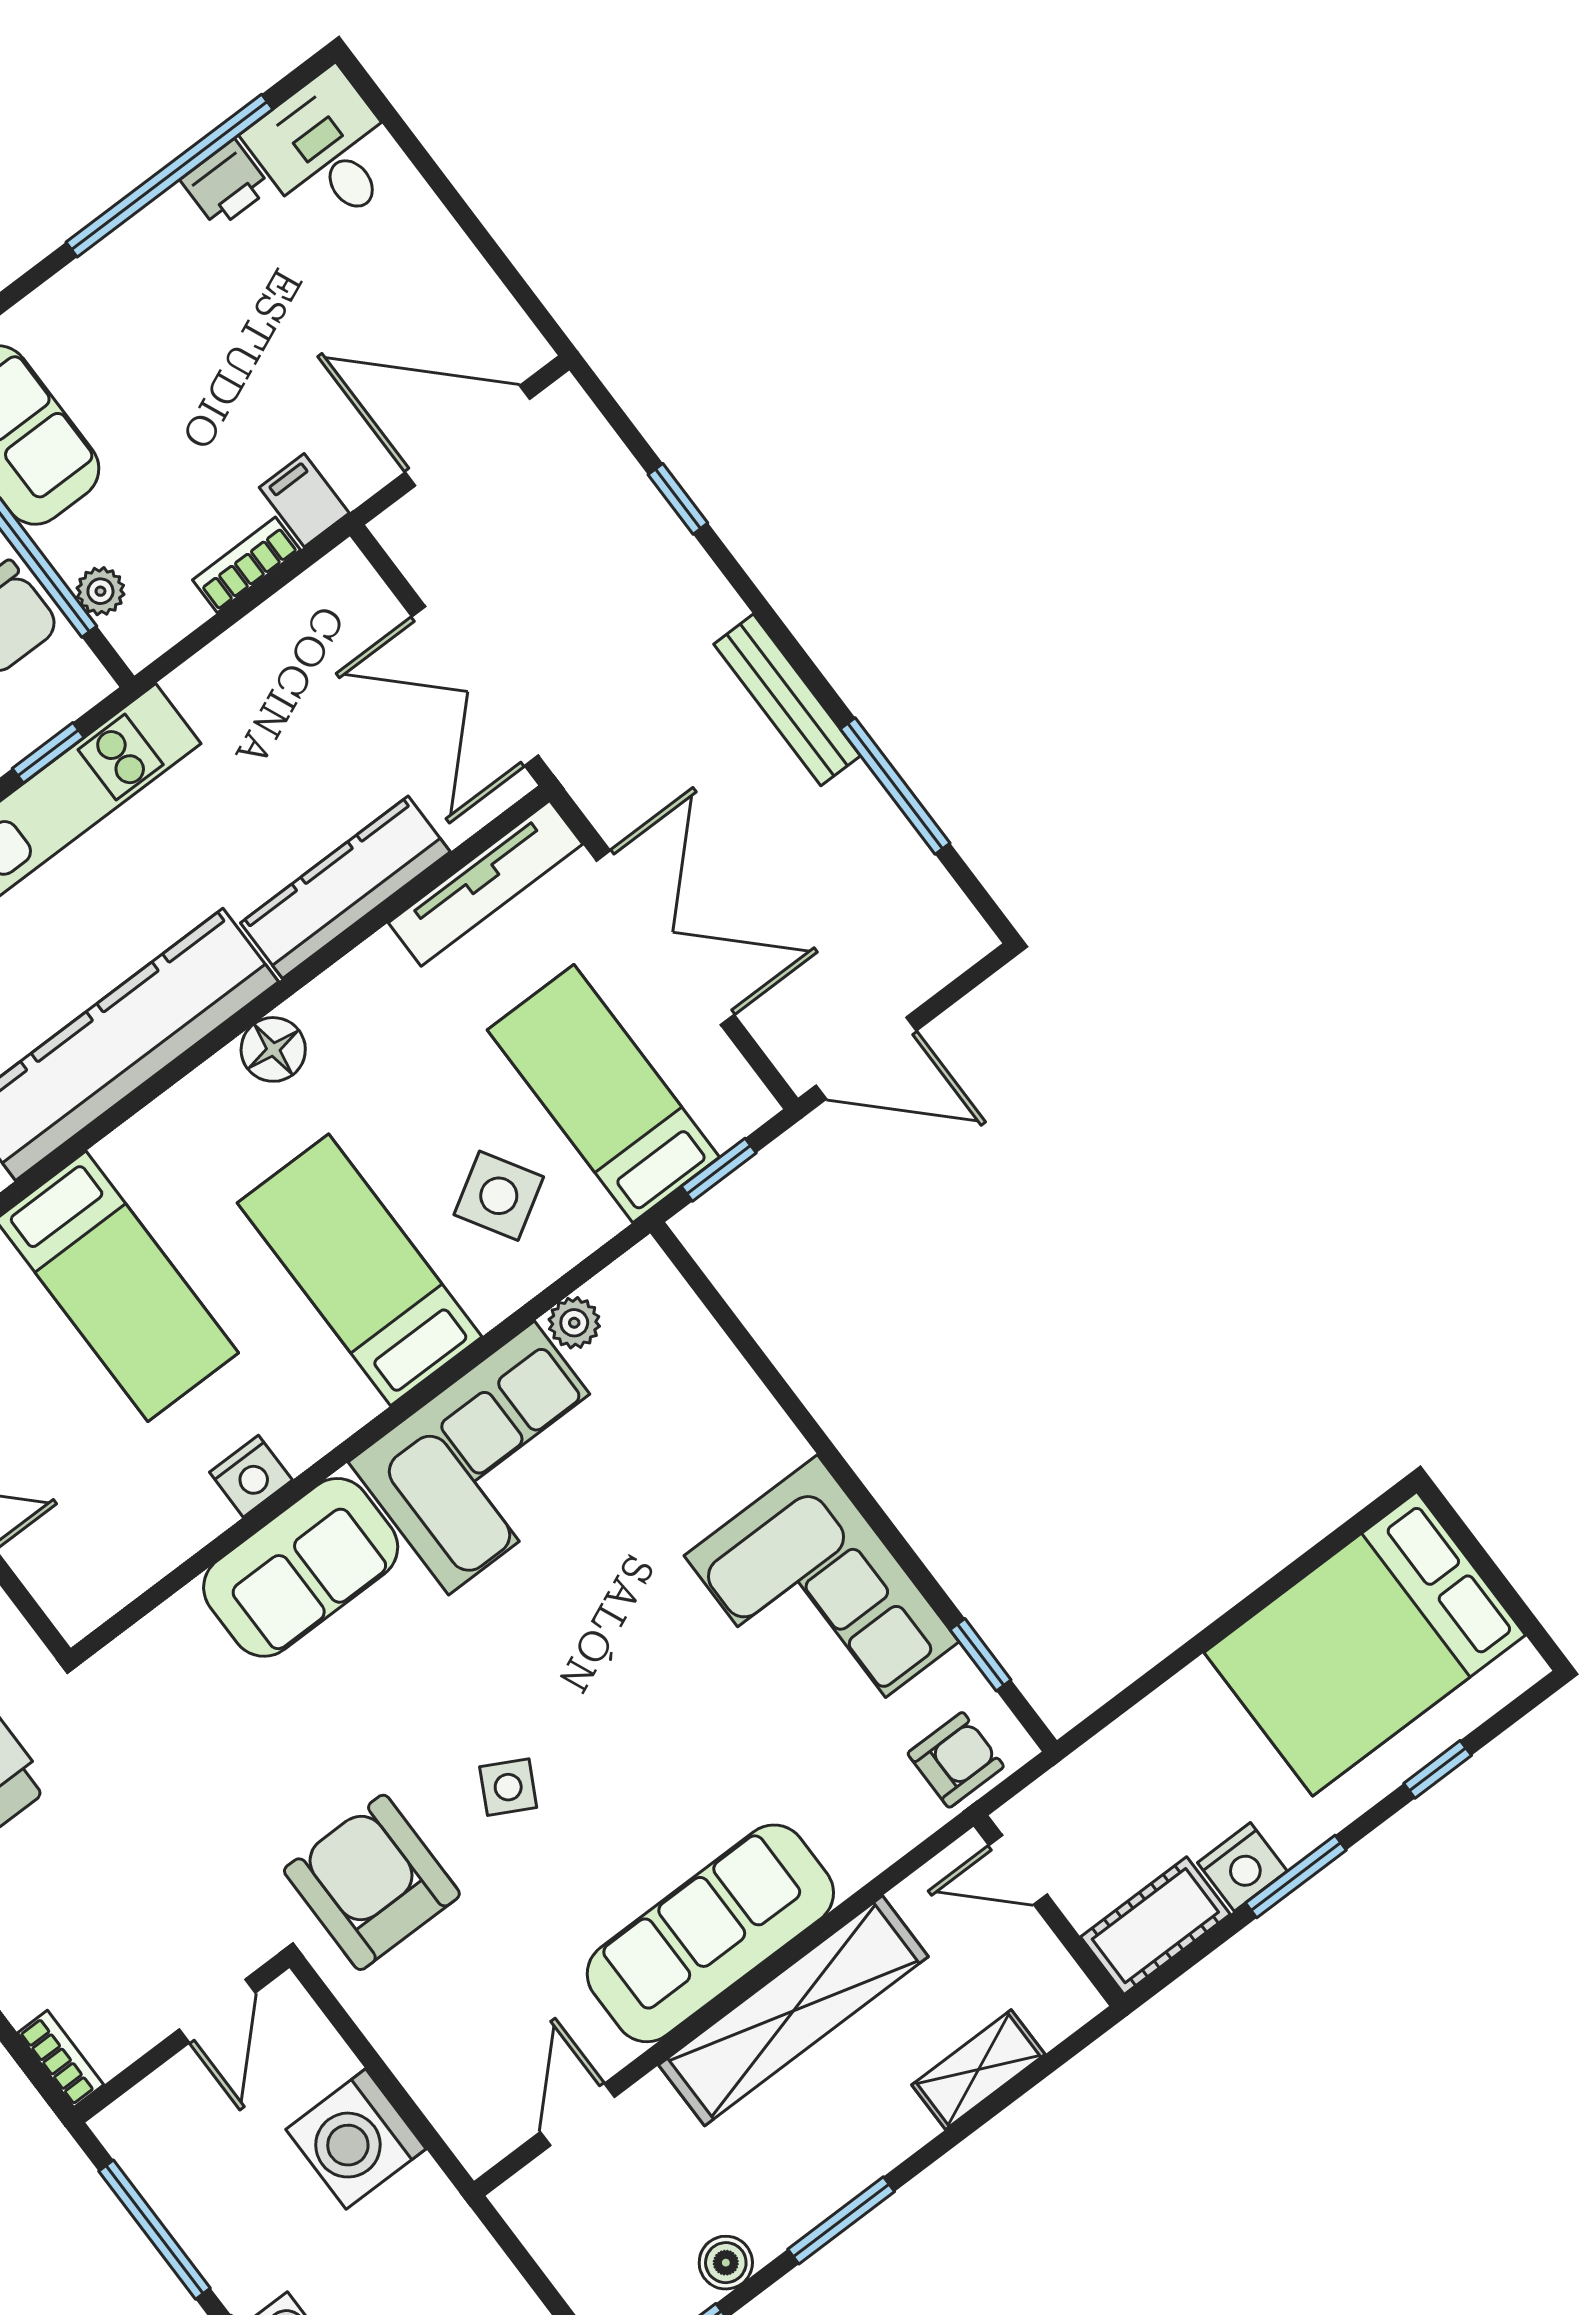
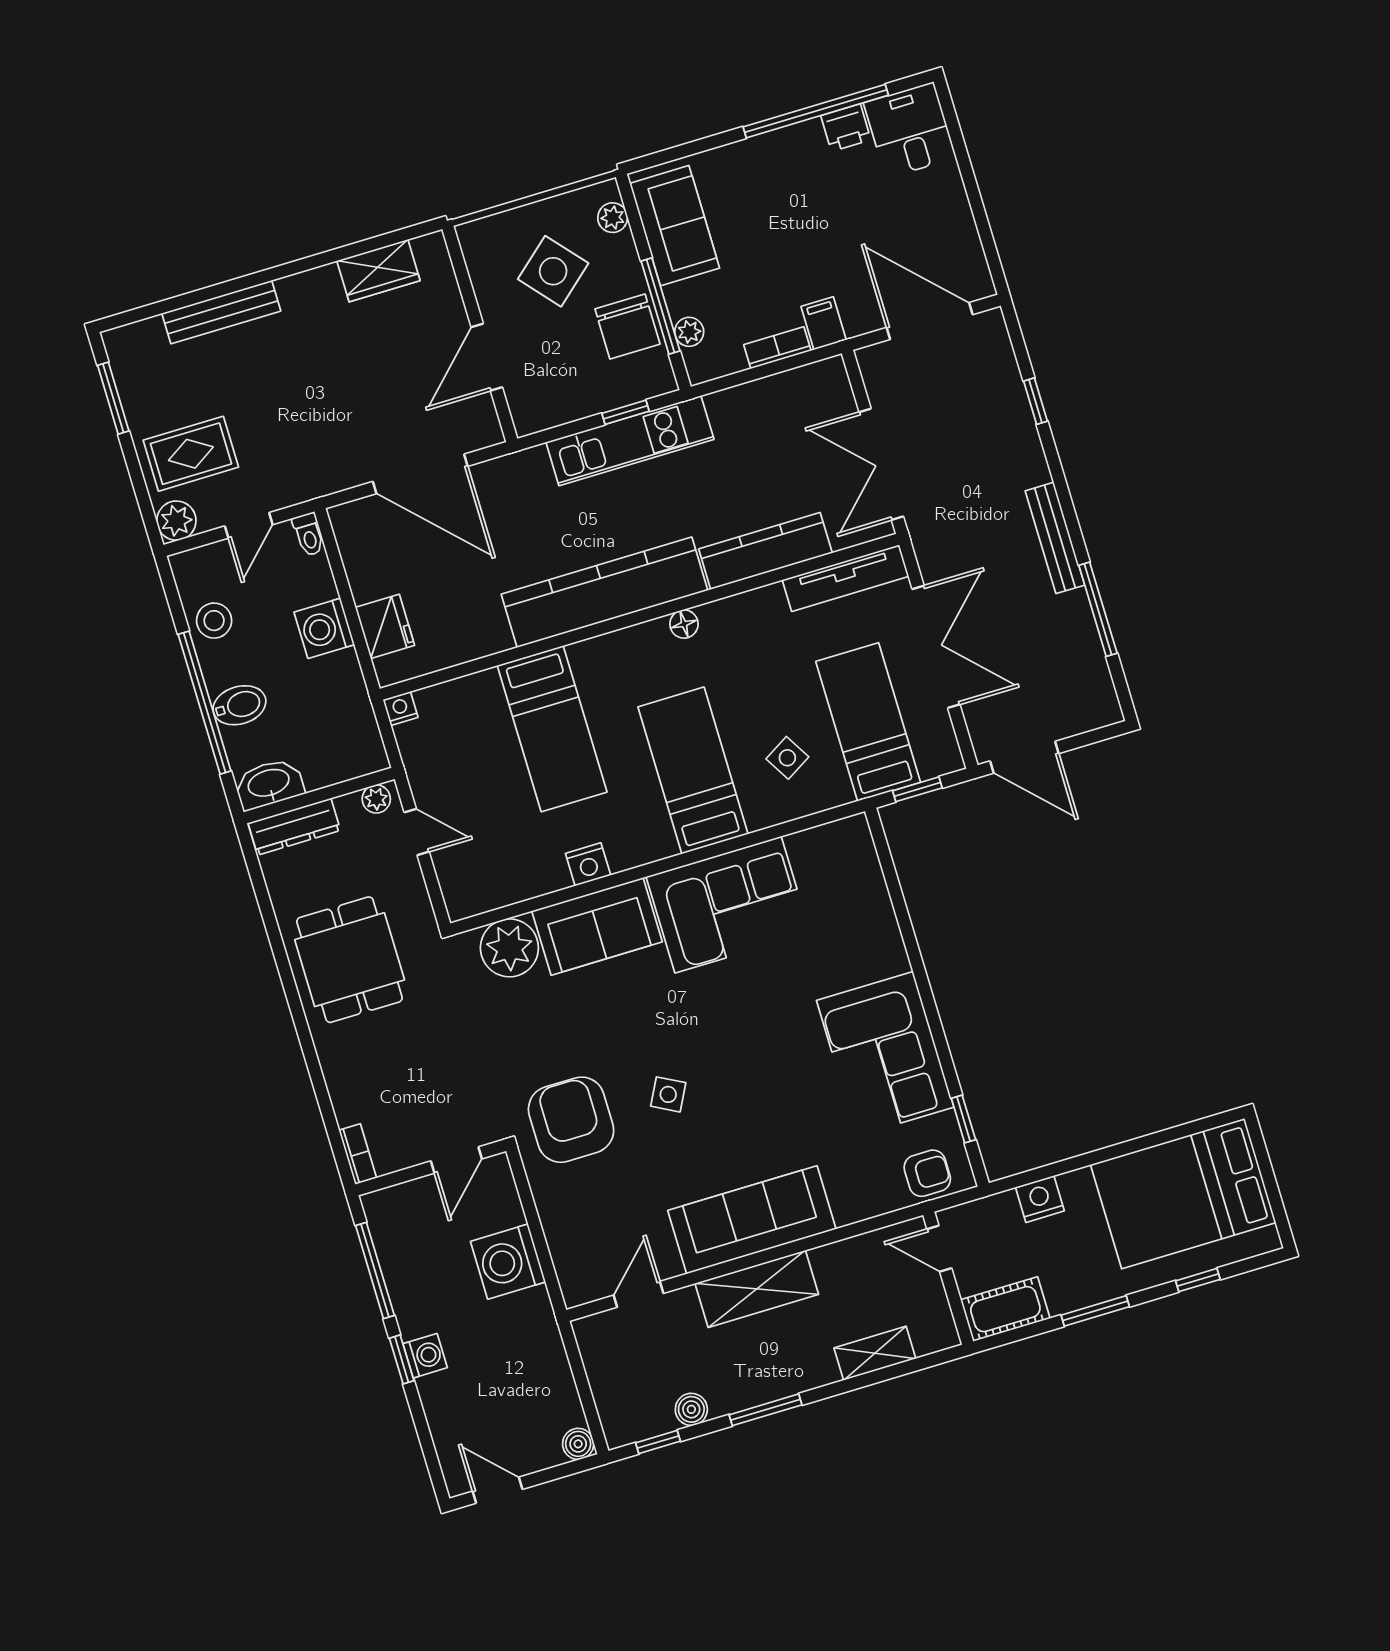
floor lamp: (273, 1049) -> (684, 624), width x0.73, depth x0.73
side table: (499, 1196) -> (787, 758), width x0.73, depth x0.73
plant: (574, 1323) -> (509, 948), moved, width x1.87, depth x1.87
nightstand: (1242, 1867) -> (1040, 1199), moved, turned 180
shelving: (793, 2011) -> (757, 1289), width x0.68

